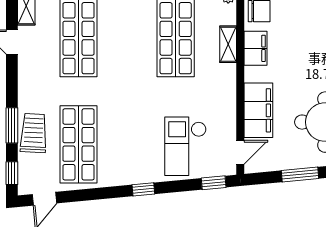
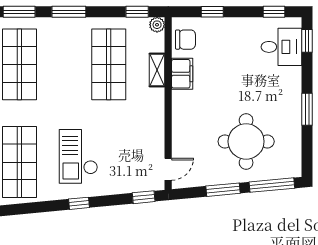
filing cabinet: (258, 110) -> (185, 131), removed
checkout: (185, 146) -> (78, 156), moved

